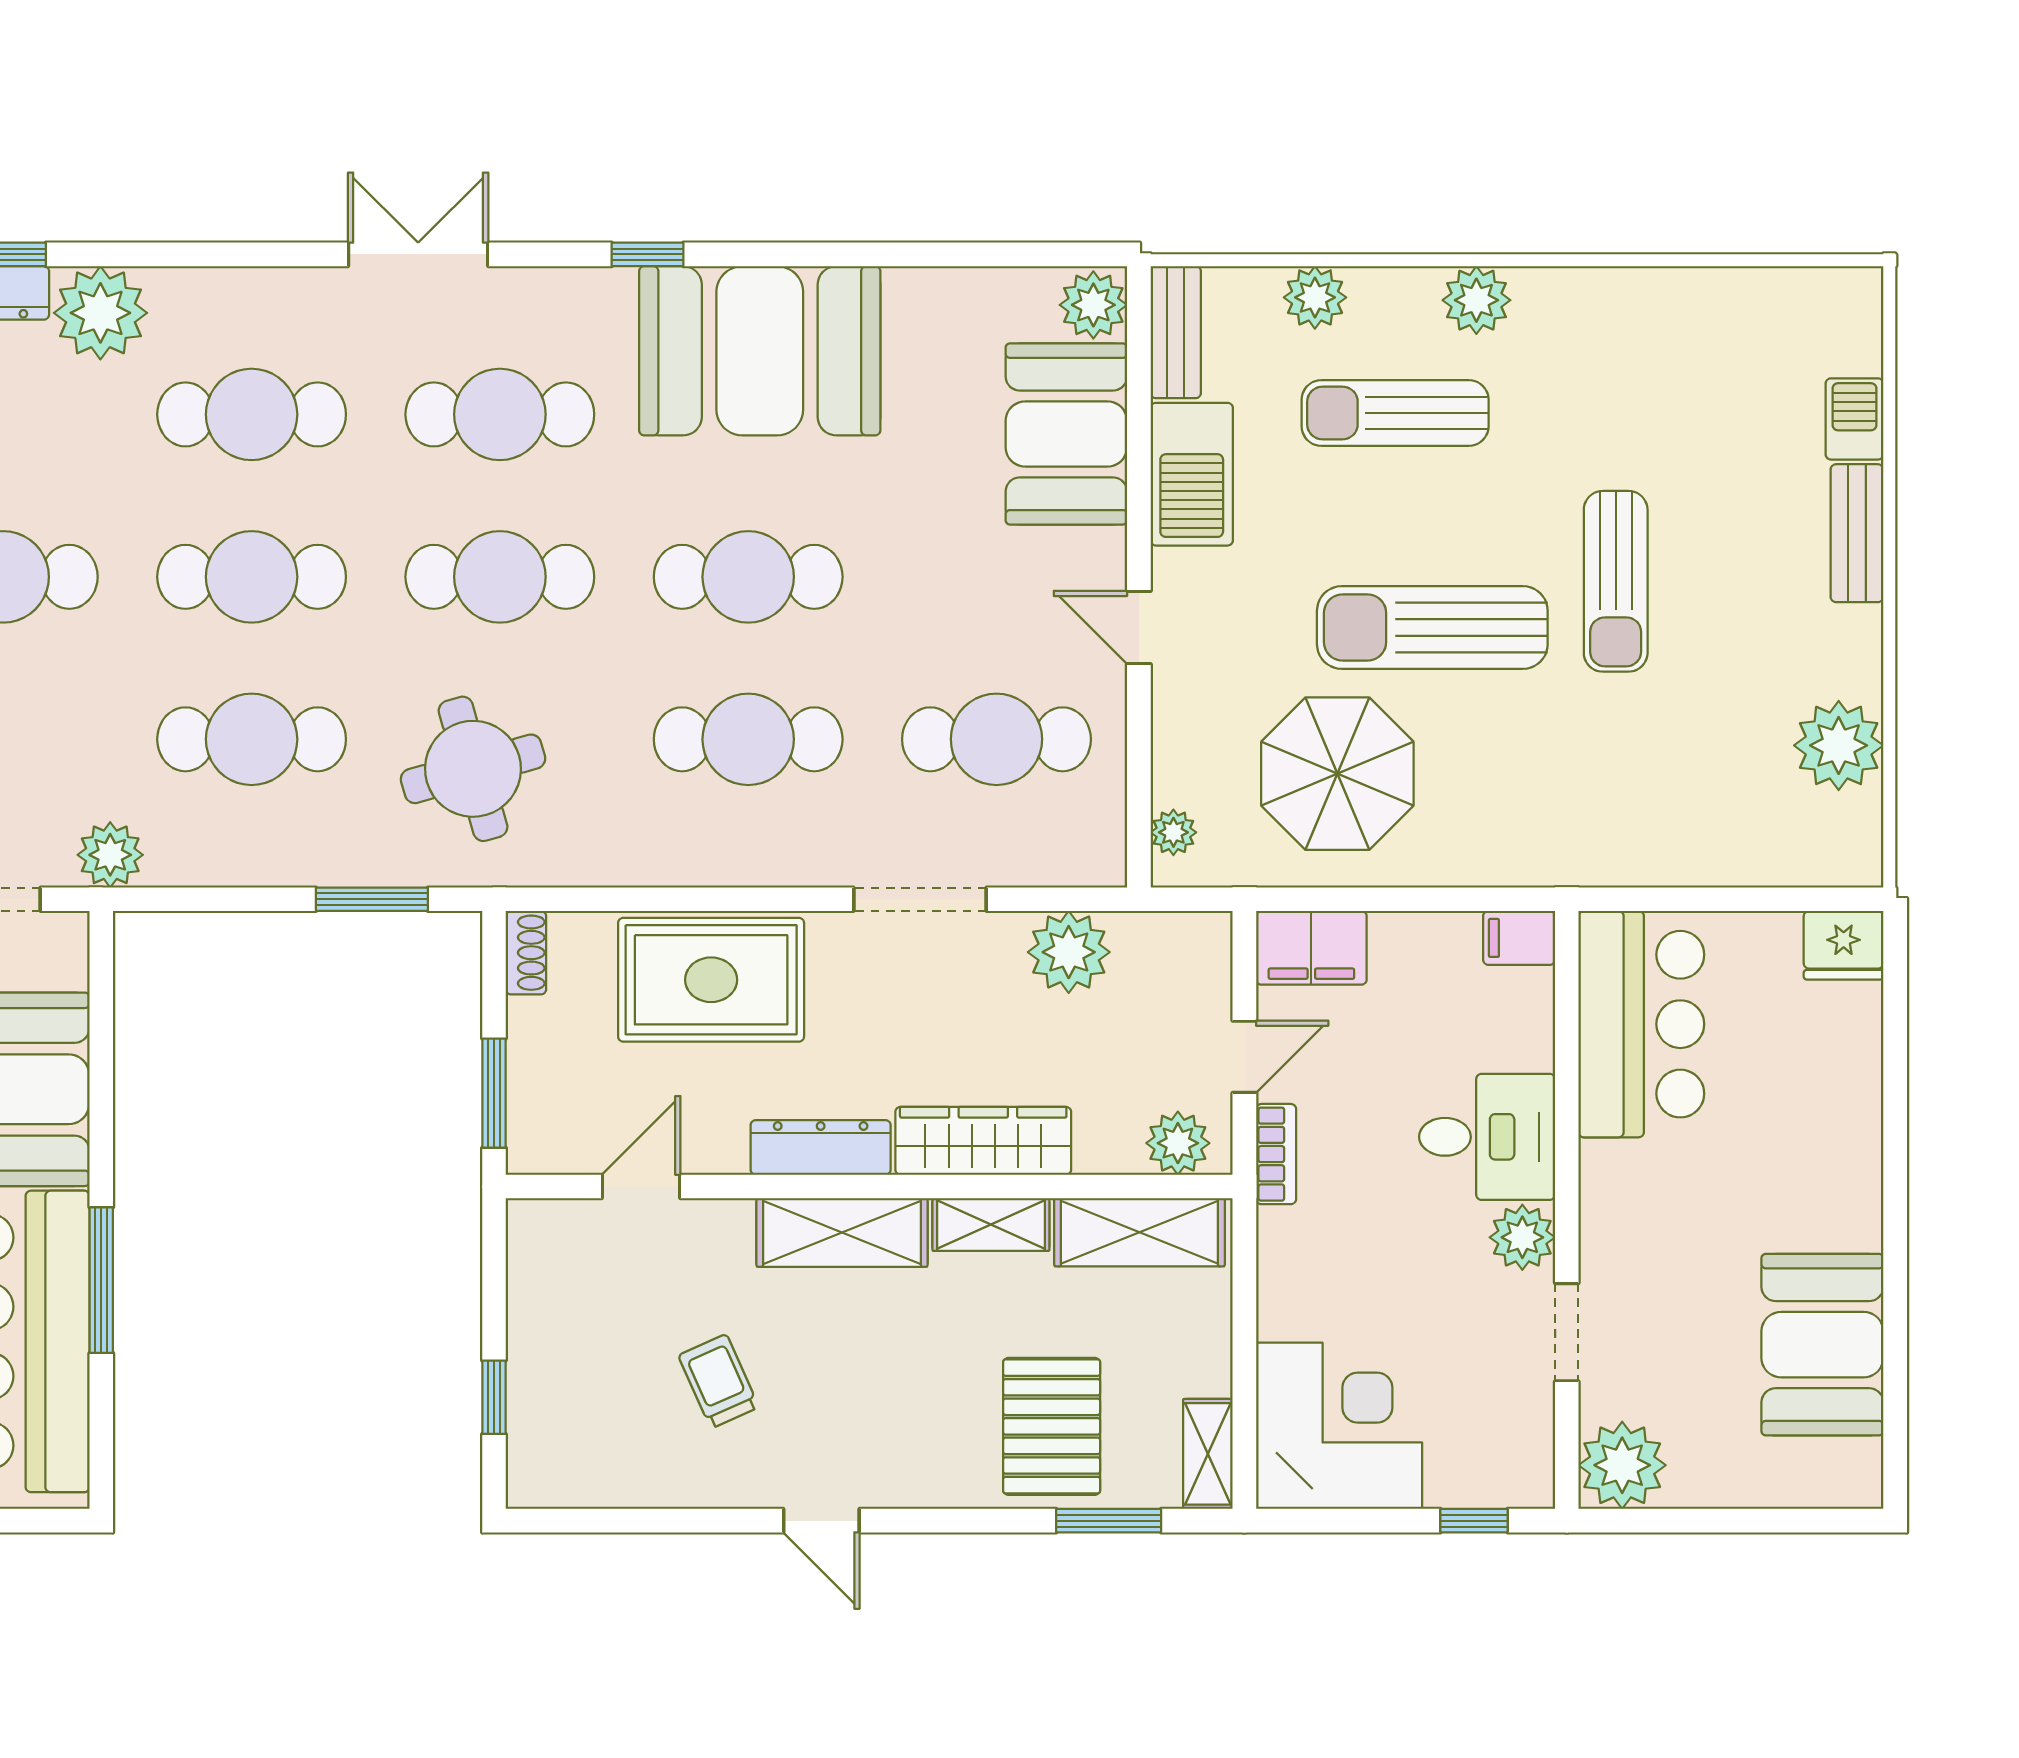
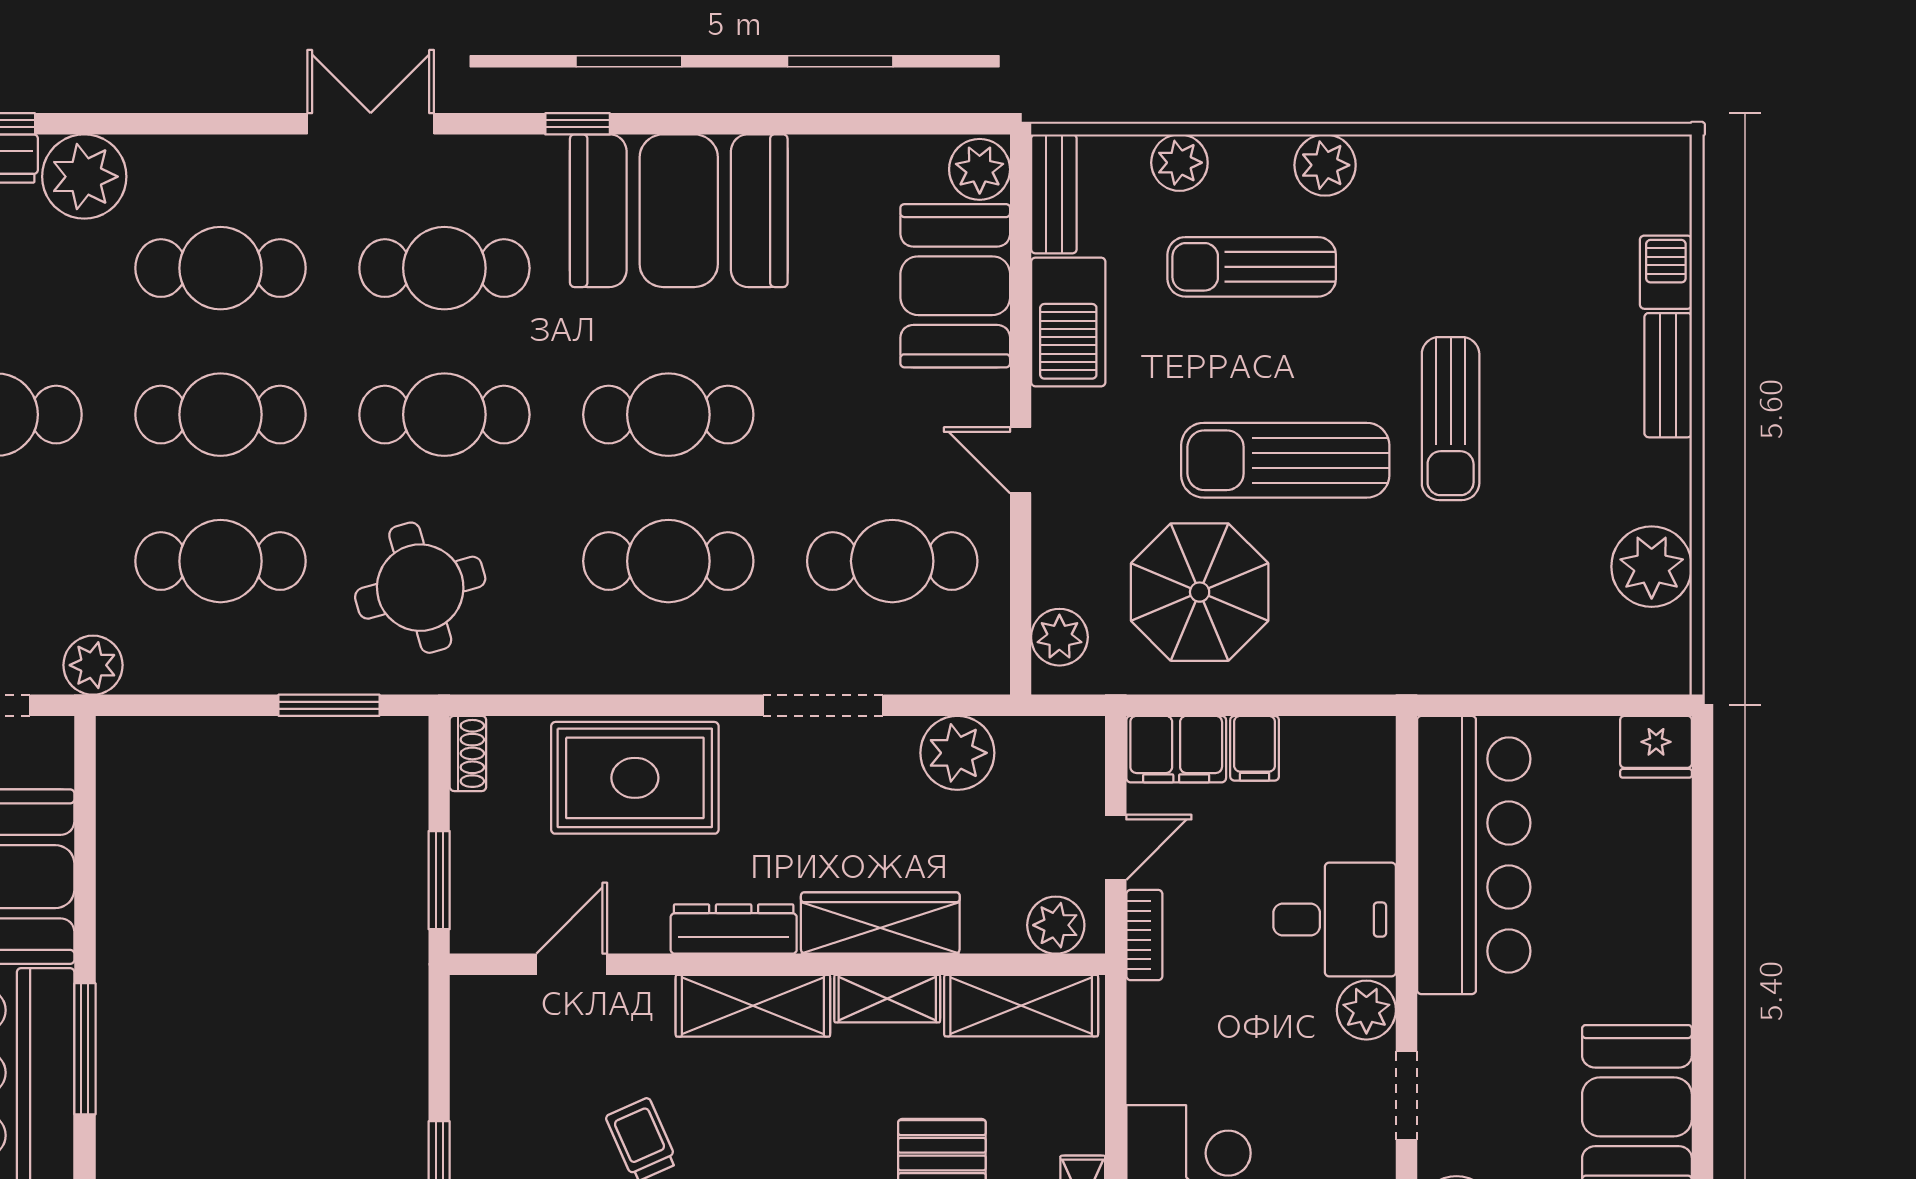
plant: (1173, 832) -> (1059, 637), width x1.38, depth x1.38
filing cabinet: (1519, 938) -> (1255, 748), moved, turned -90
bar counter: (1641, 1024) -> (1474, 855), width x1.36

